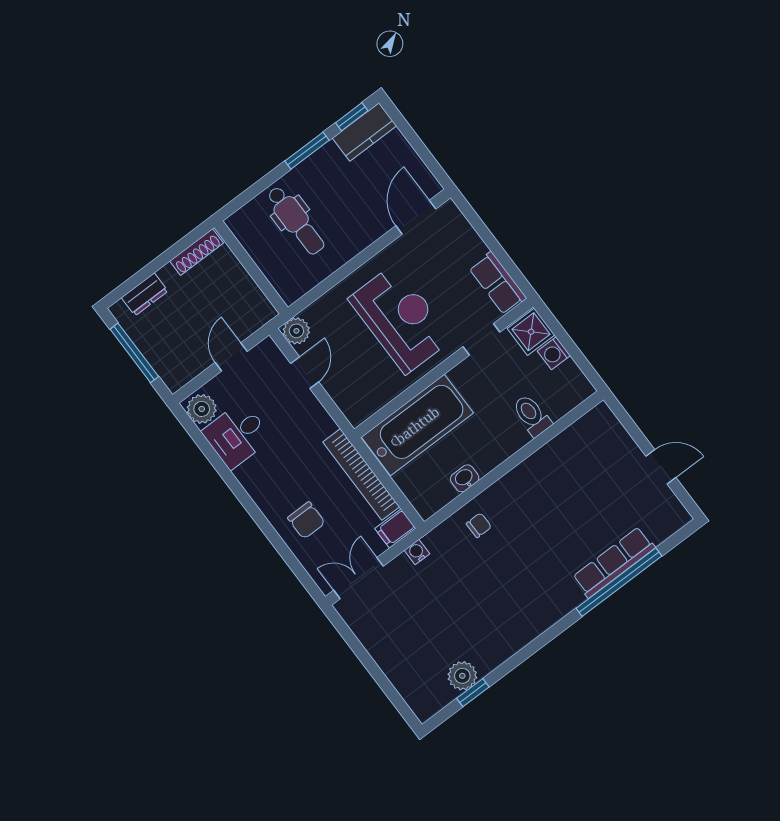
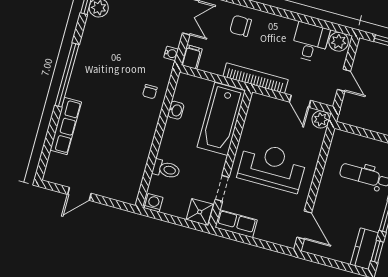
reception desk: (400, 319) -> (272, 167), turned 180
washing machine: (554, 353) -> (154, 203), moved
bookcase: (361, 474) -> (256, 78), moved
window: (619, 582) -> (67, 75), moved

